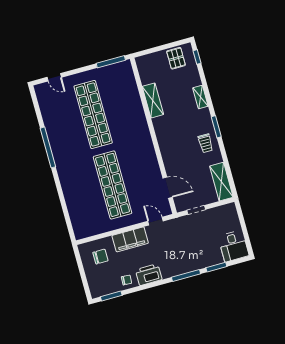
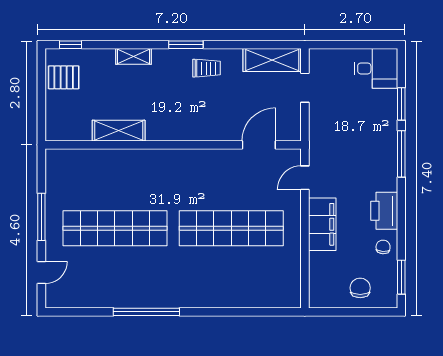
window: (111, 62) -> (41, 217), moved
doorway: (196, 210) -> (305, 88), moved
chair: (101, 257) -> (360, 288), moved

